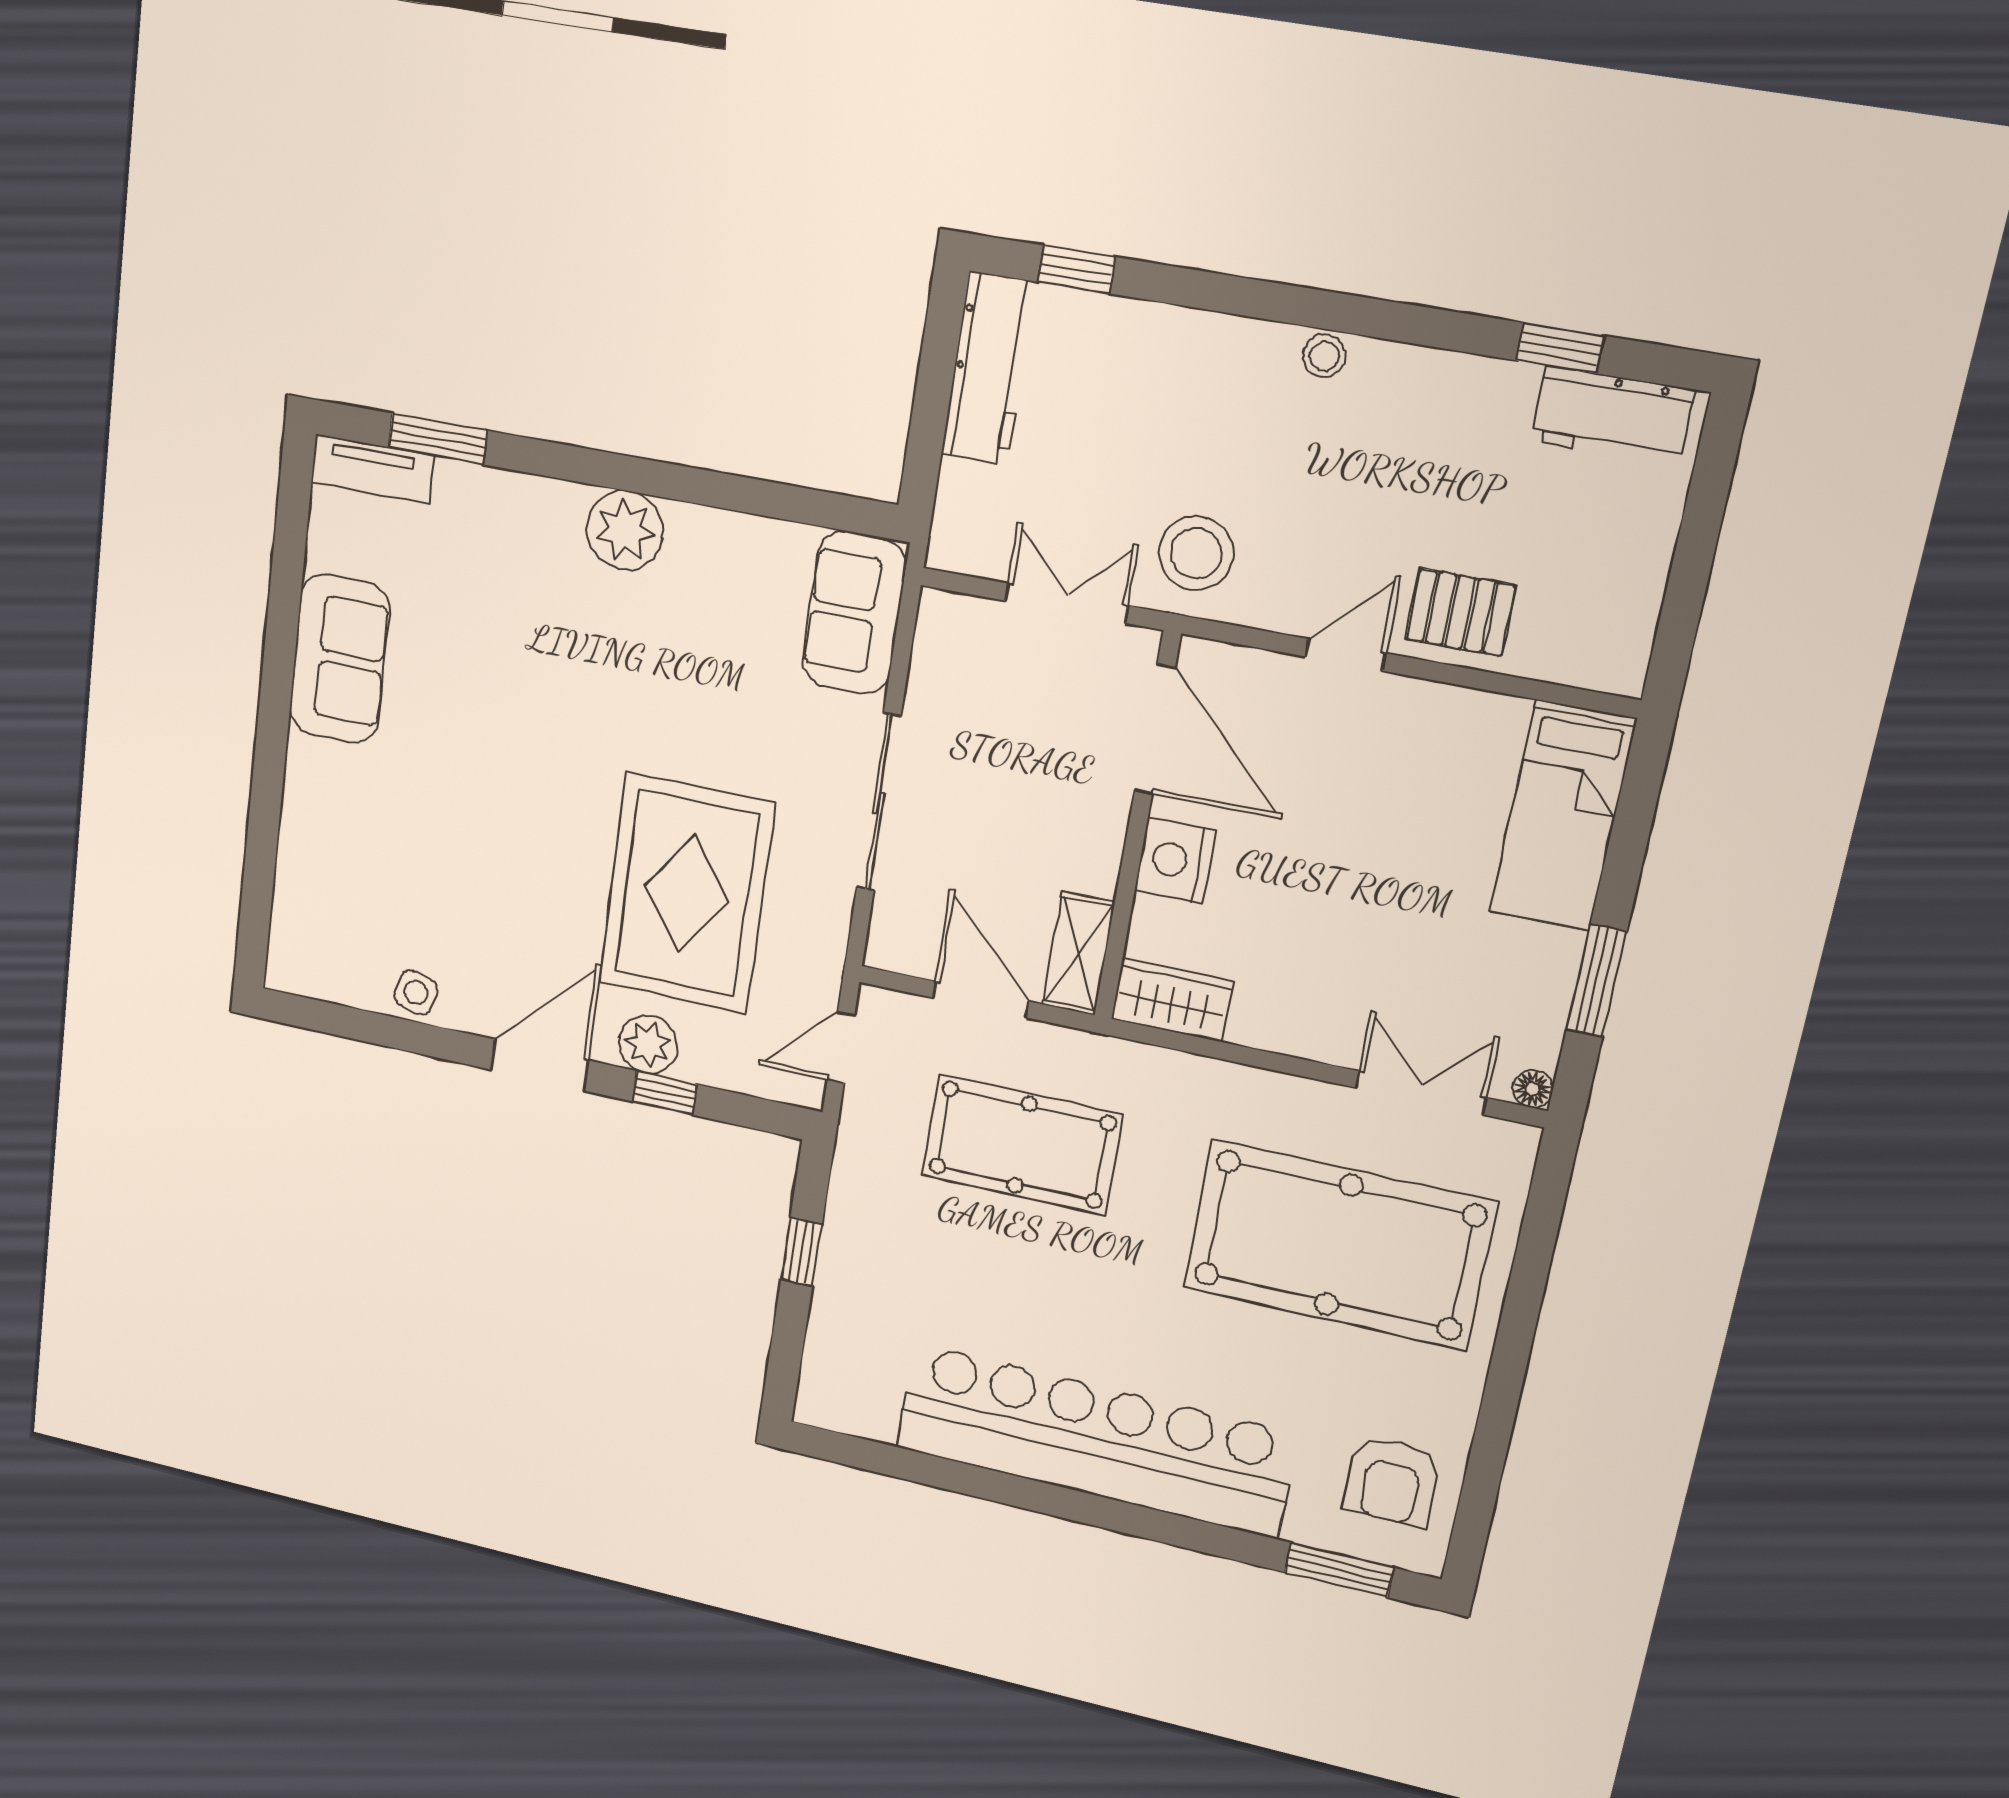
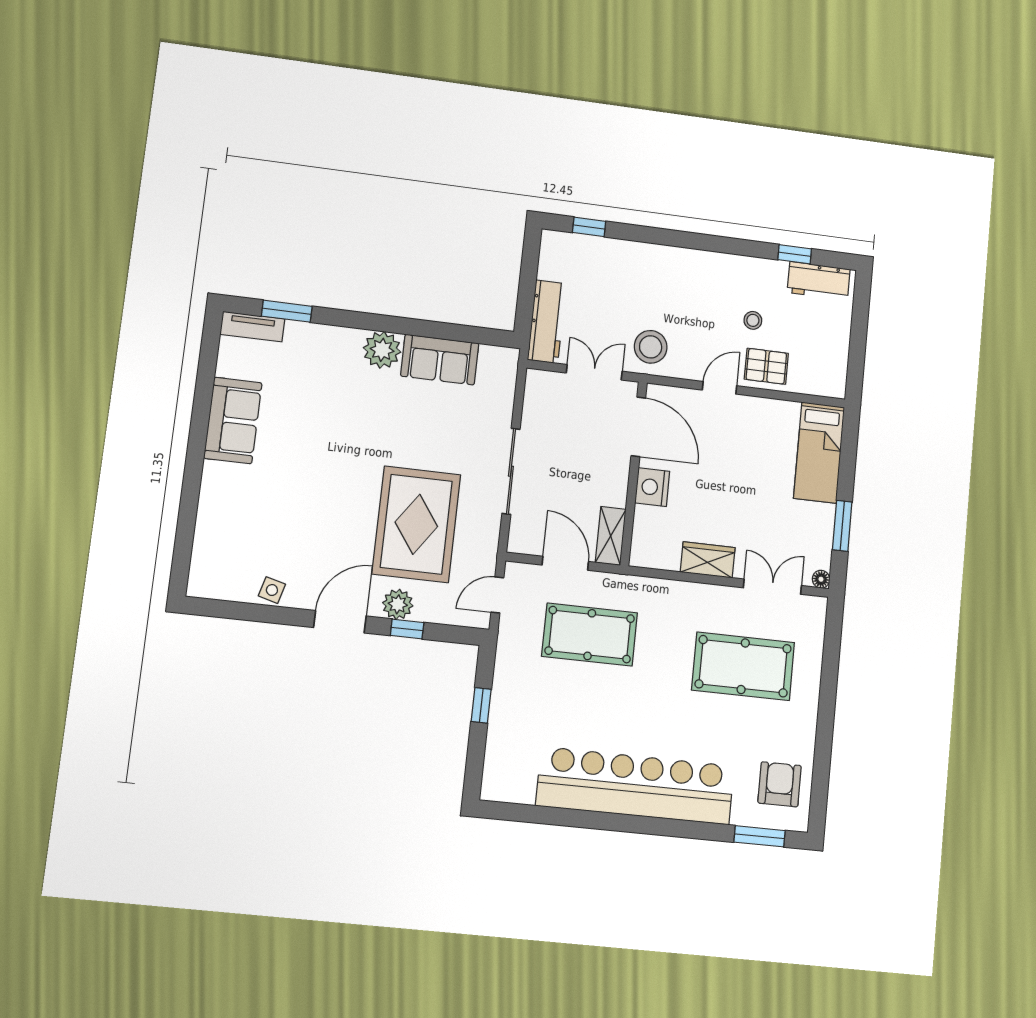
stool: (1324, 356) -> (753, 320), moved
workbench: (988, 368) -> (547, 322), moved
sofa: (854, 613) -> (440, 360), moved, turned -90
wardrobe: (1172, 1000) -> (708, 560), moved
pool table: (1339, 1245) -> (743, 666), width x0.73, depth x0.76
armchair: (1392, 1481) -> (780, 784), turned 180

